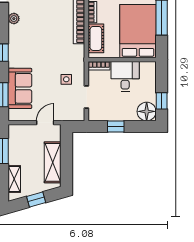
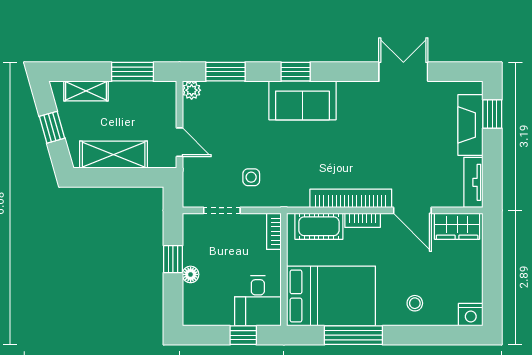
plant: (14, 19) -> (192, 90), moved
desk: (125, 76) -> (258, 301), moved, turned 90
sofa: (20, 88) -> (302, 100), moved
window: (162, 101) -> (243, 335), moved
floor lamp: (147, 111) -> (191, 274), moved, width x0.53, depth x0.53

